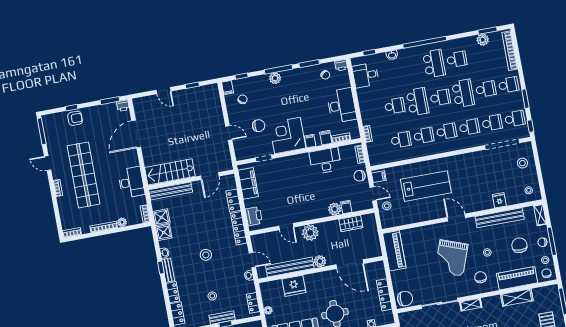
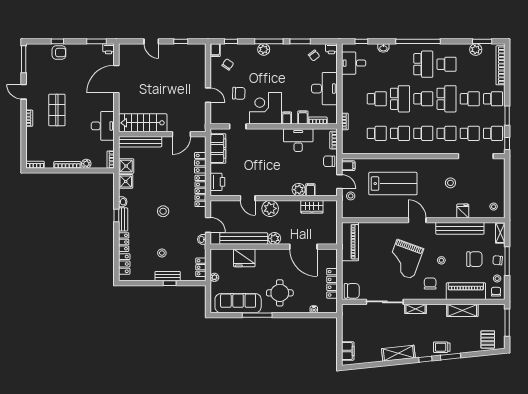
stool: (522, 163) -> (450, 183), moved
shop shelf: (83, 175) -> (57, 110), width x0.50, depth x0.74
chair: (519, 245) -> (474, 259), turned 90

